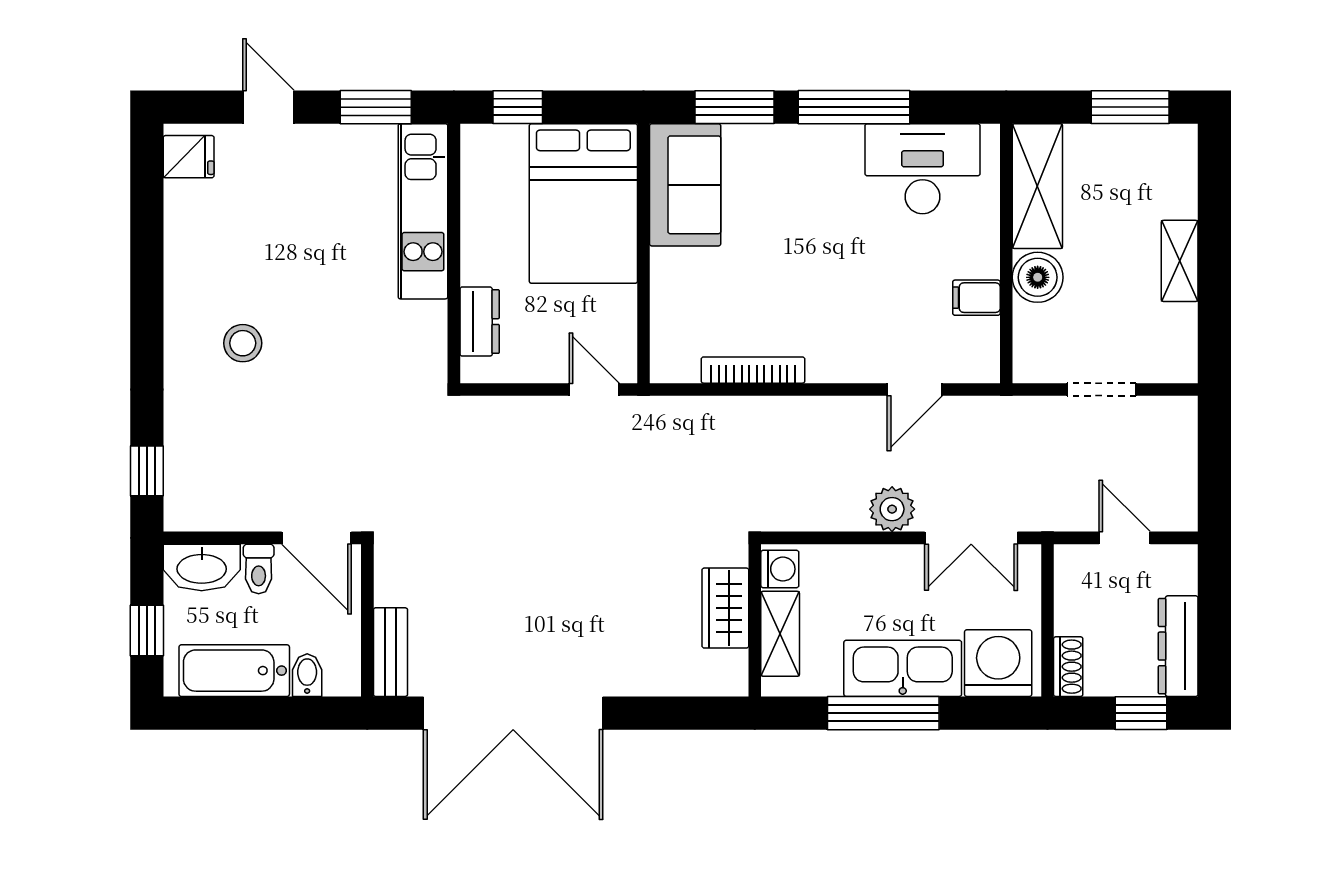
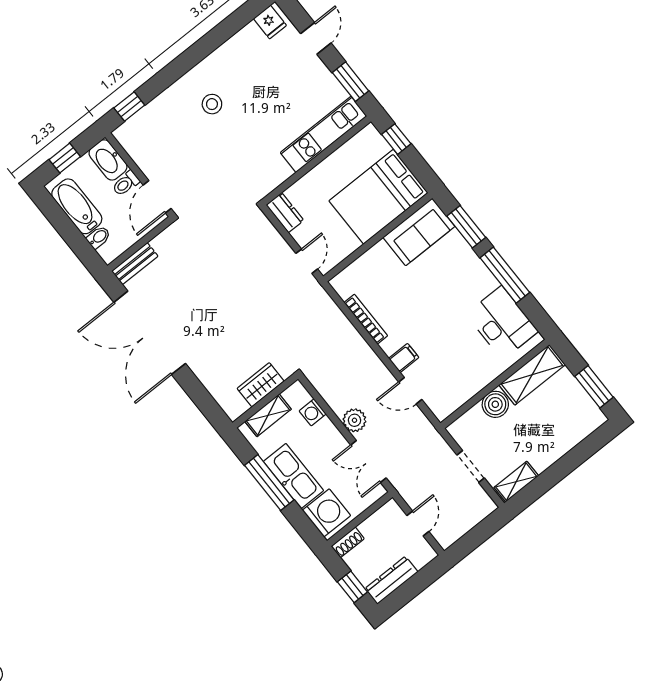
shelving: (1180, 261) -> (516, 482), moved
filing cabinet: (976, 298) -> (404, 358), moved, turned 90
dresser: (480, 322) -> (285, 213), moved, turned -90
washing machine: (780, 569) -> (313, 412), moved, turned 90

